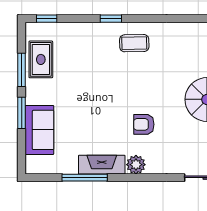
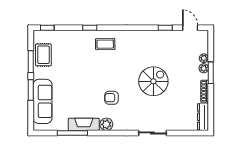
sofa: (39, 130) -> (42, 101), width x1.36

